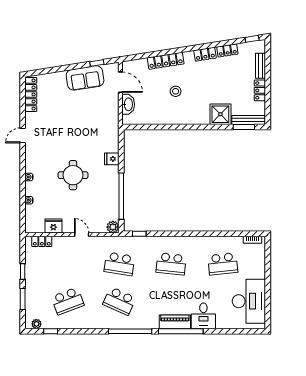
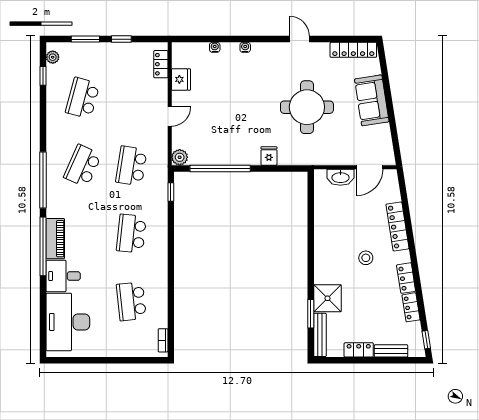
window: (97, 63) -> (395, 136), removed
sofa: (85, 78) -> (372, 100), moved
stool: (176, 91) -> (366, 258), moved
window: (244, 127) -> (311, 314), moved
round table: (73, 175) -> (307, 107), moved, width x1.36, depth x1.36
school desk: (68, 301) -> (83, 98), turned 36
desk: (249, 301) -> (68, 322), moved, turned 90

